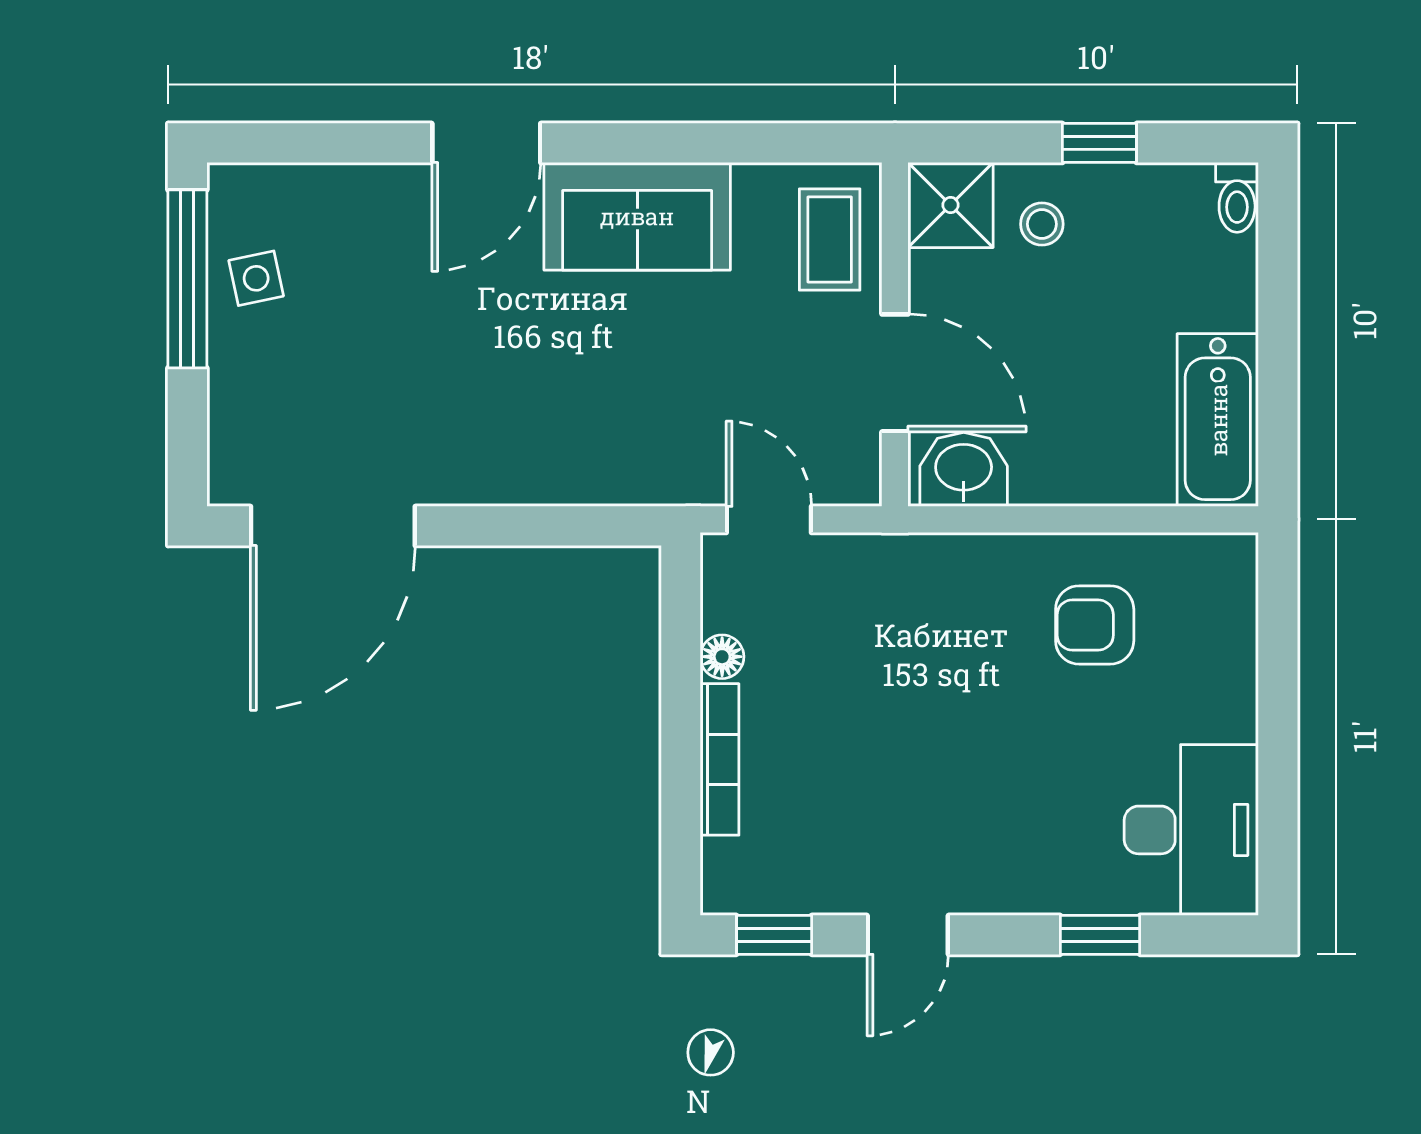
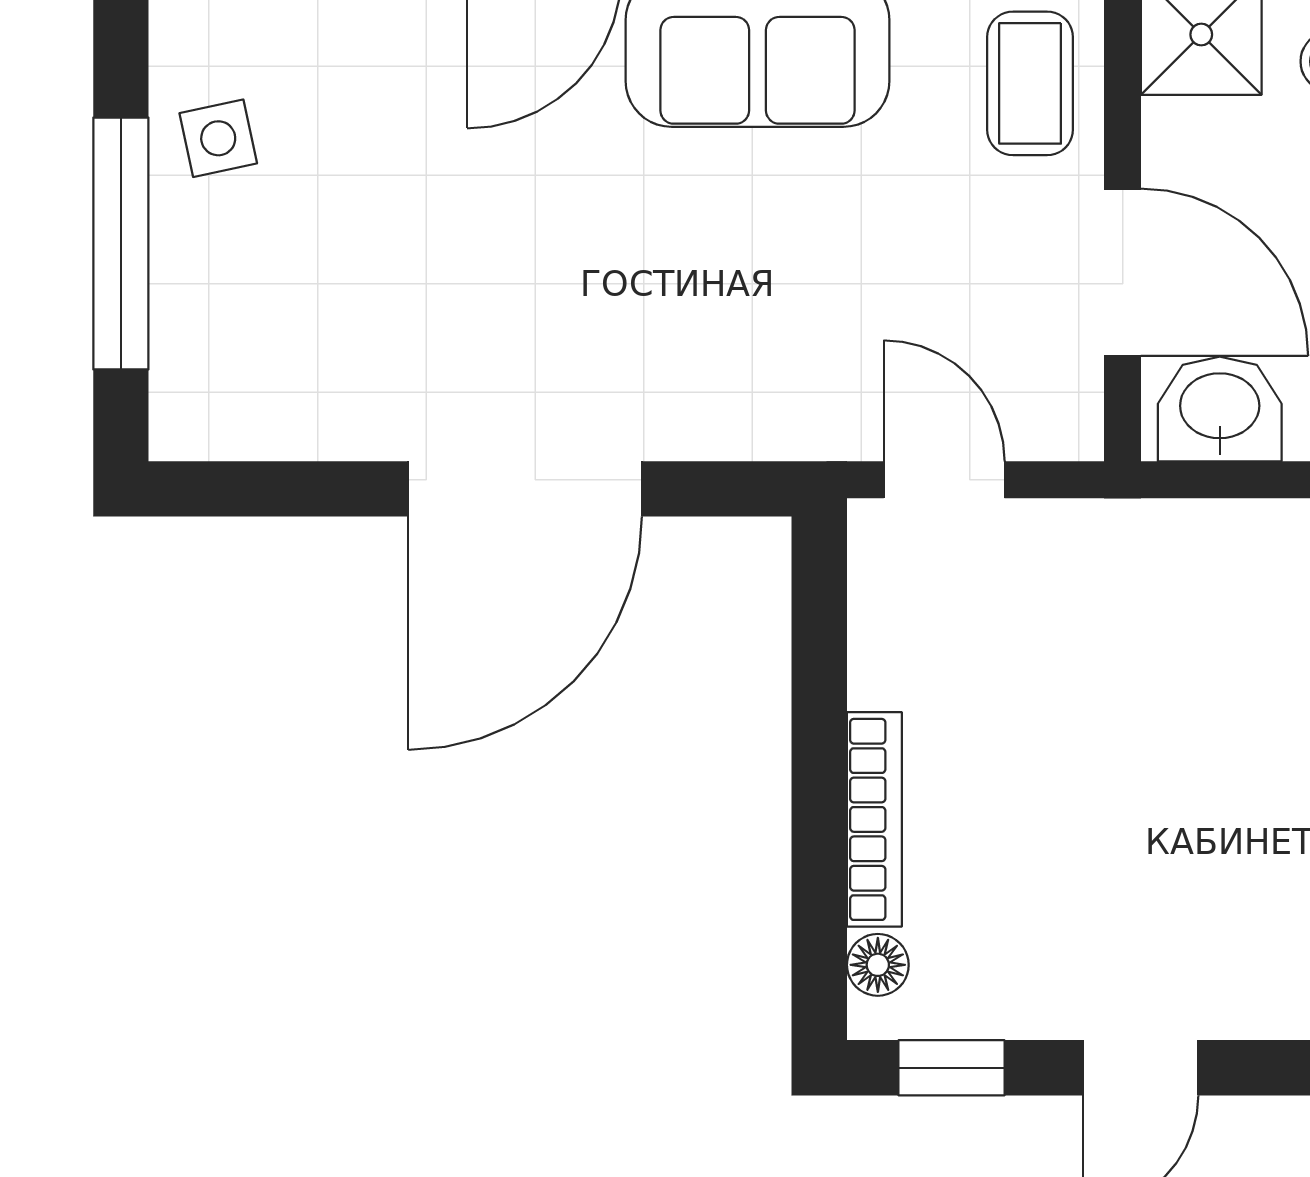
window: (187, 279) -> (121, 243), moved
door: (333, 526) -> (525, 489), moved
floor lamp: (722, 657) -> (878, 965), moved

